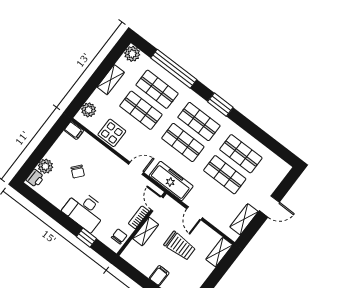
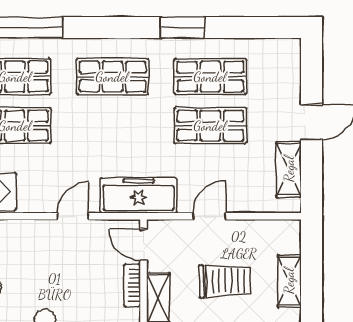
window: (220, 105) -> (182, 28), moved
shop shelf: (183, 142) -> (112, 126), removed
door: (195, 213) -> (209, 216), swing flipped
shelving: (219, 252) -> (289, 281), moved

